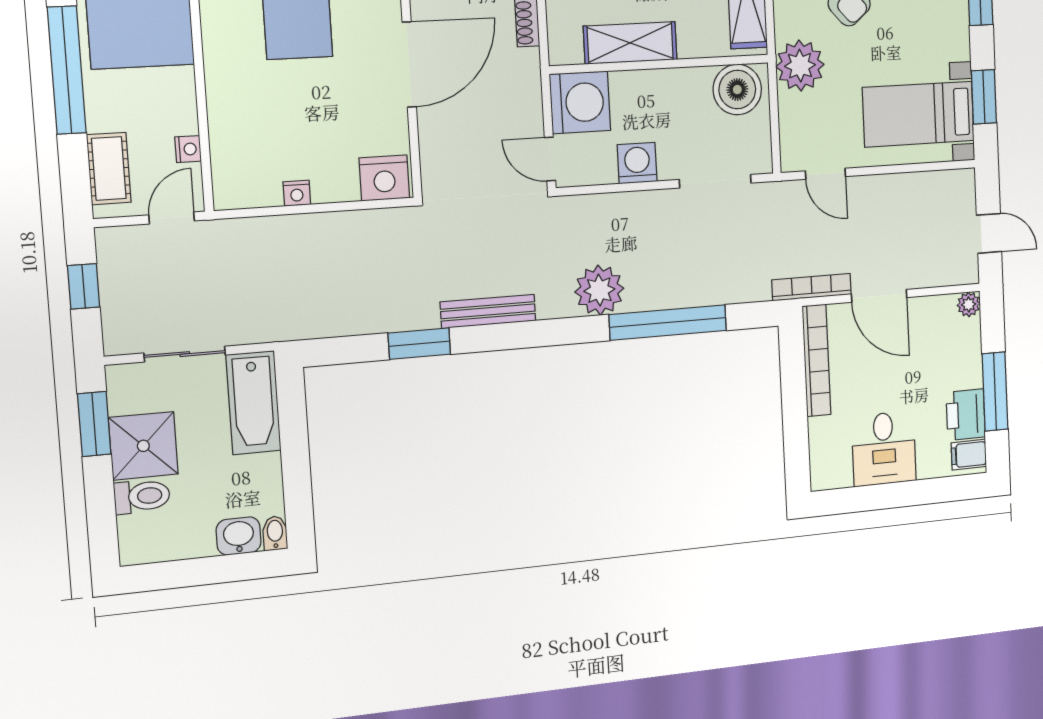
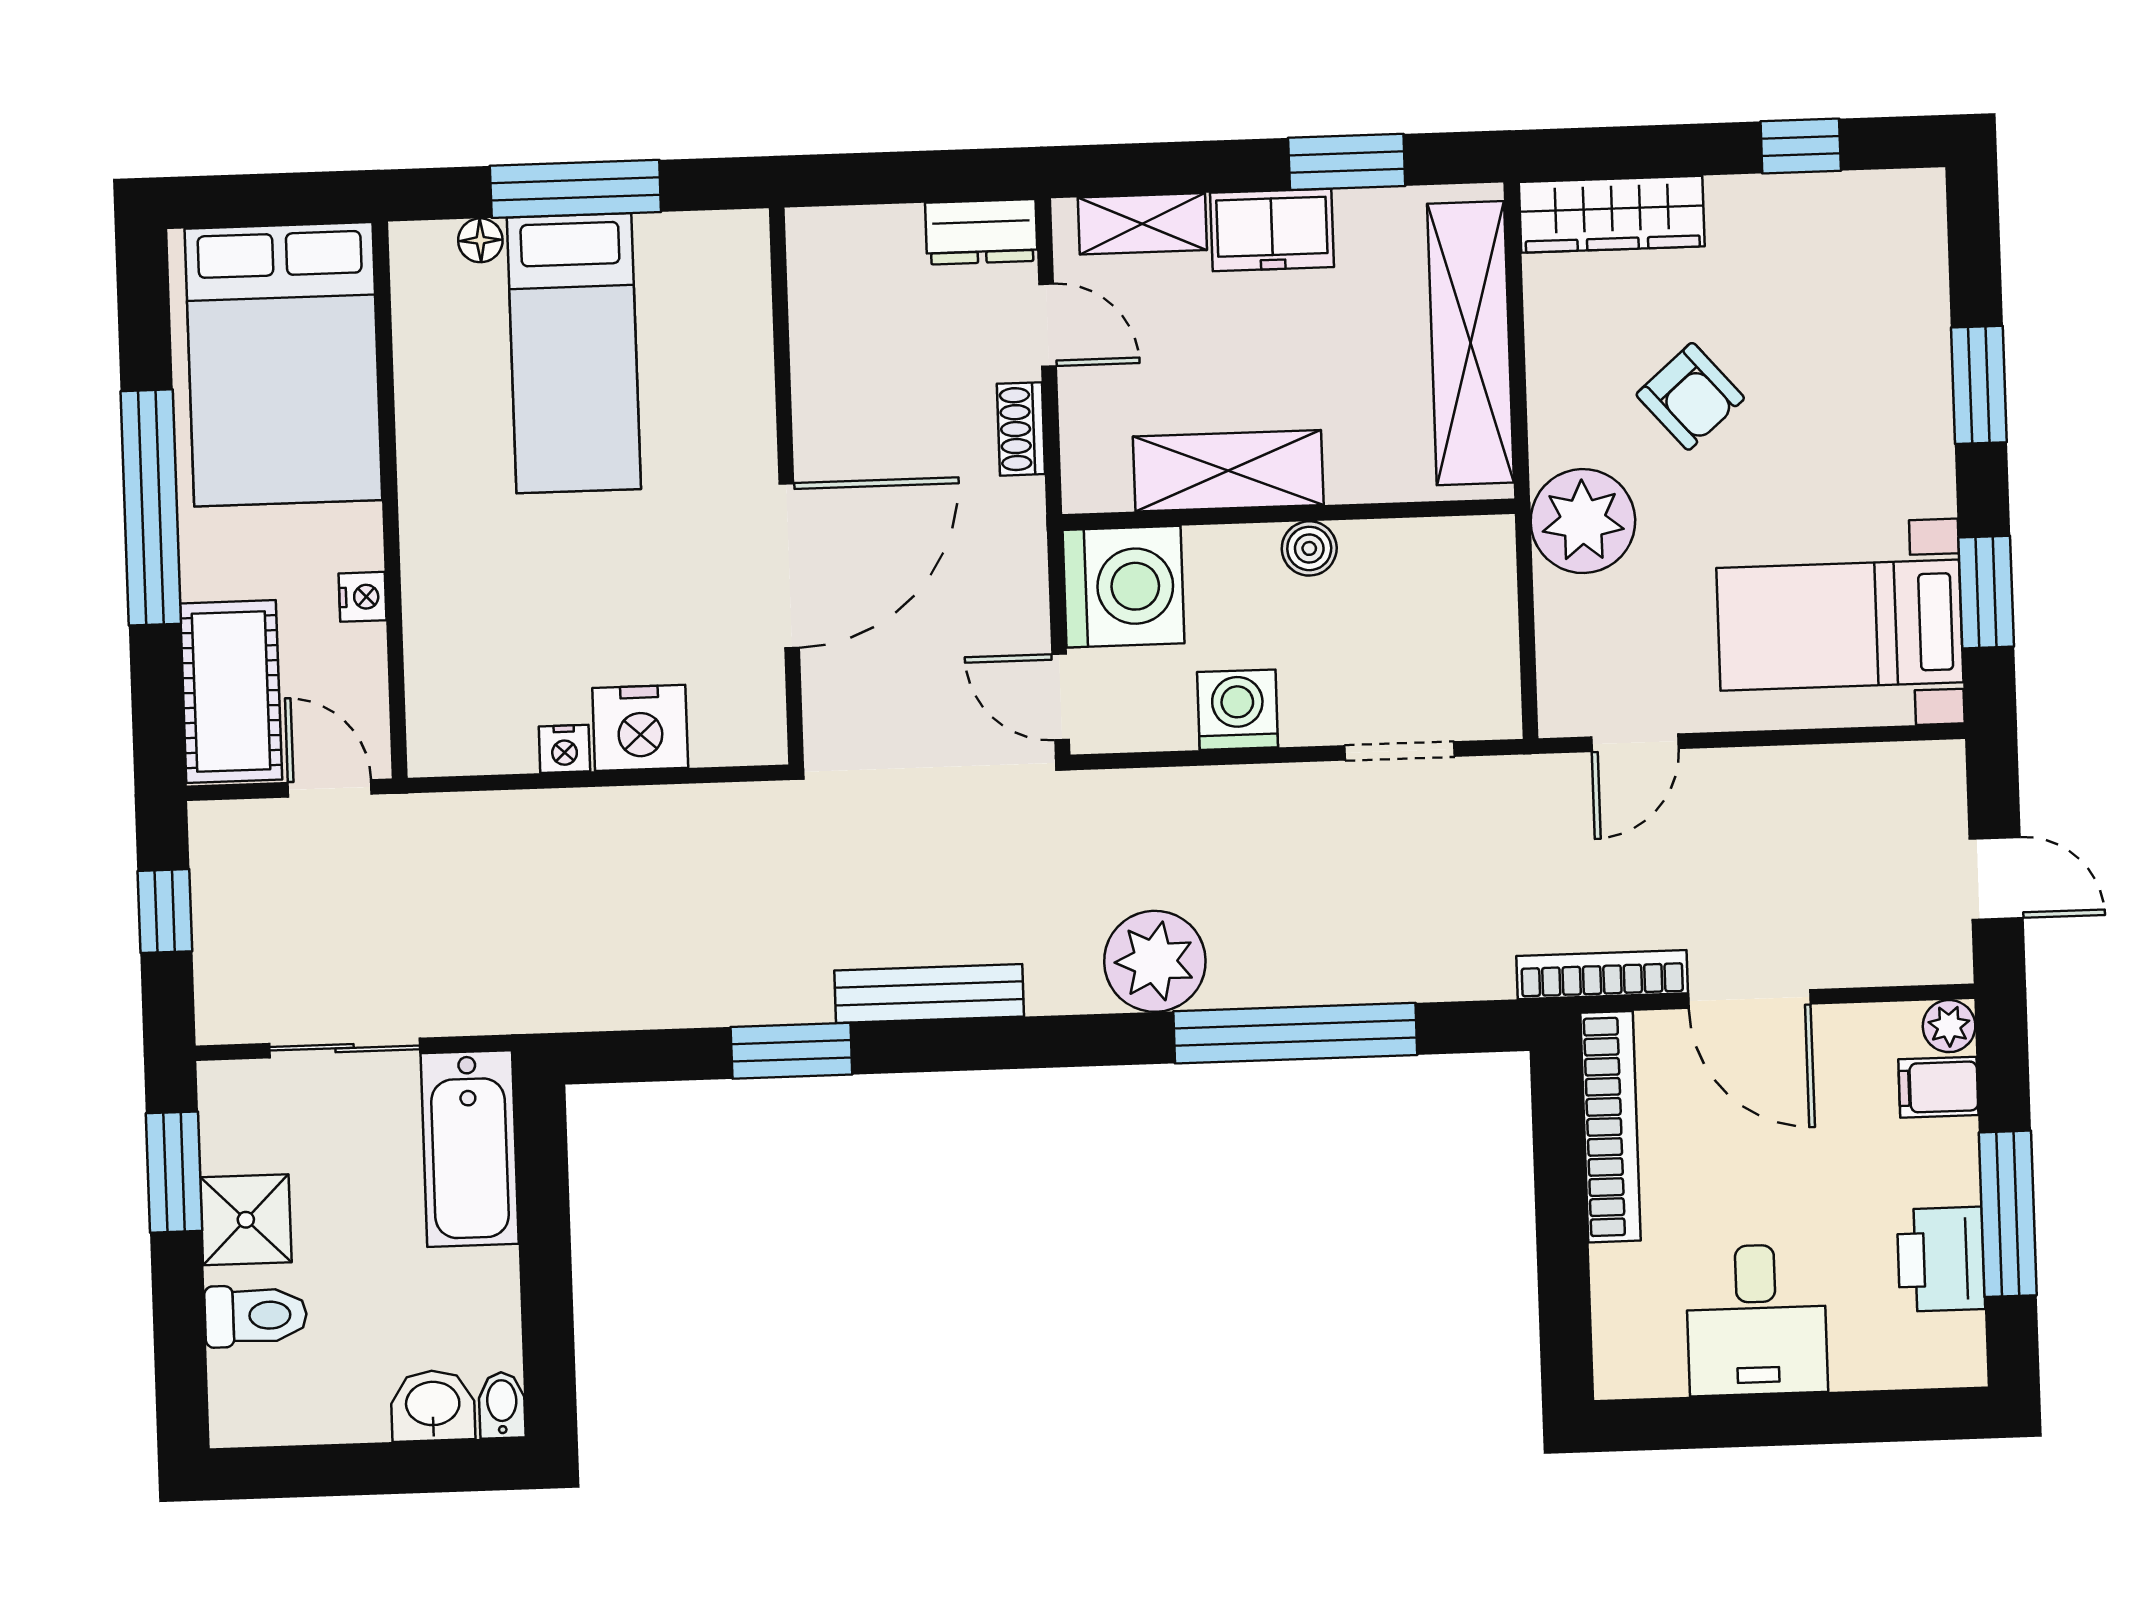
door: (409, 64) -> (789, 566), moved
boiler: (737, 90) -> (1309, 548), moved, width x0.54, depth x0.54
nightstand: (188, 149) -> (363, 597), moved
cot: (109, 168) -> (231, 691), width x1.37, depth x1.34
door: (825, 174) -> (1635, 743), hinge flipped
nightstand: (384, 178) -> (640, 728), moved
doorway: (715, 181) -> (1400, 751), width x0.73
door: (172, 218) -> (330, 788), hinge flipped
shower: (143, 446) -> (246, 1220), width x0.73, depth x0.73
filing cabinet: (969, 455) -> (1938, 1087), moved

